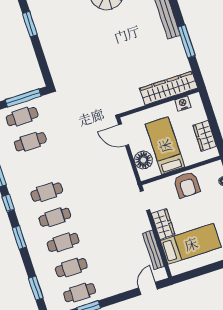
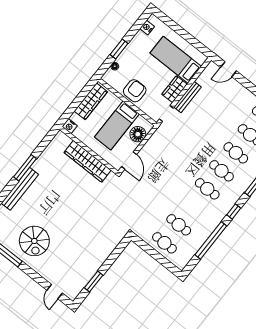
window: (186, 41) -> (25, 168), moved
wardrobe: (168, 88) -> (87, 161), moved
window: (23, 98) -> (150, 251), removed
nightstand: (183, 103) -> (70, 126), moved
wardrobe: (205, 136) -> (91, 101), width x1.50
bench: (153, 250) -> (187, 97), moved

